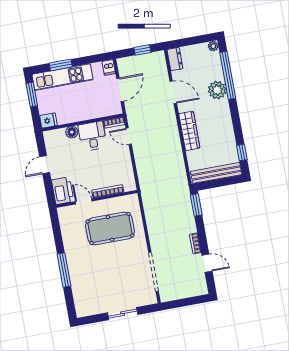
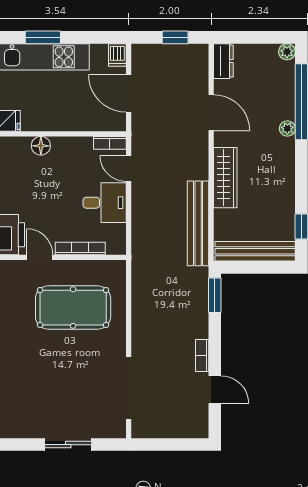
door: (120, 90) -> (129, 93), swing flipped
plant: (217, 90) -> (287, 128), width x0.53, depth x0.53
desk: (92, 136) -> (105, 203), moved, turned 90
bench: (178, 162) -> (198, 223), added

